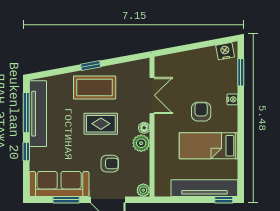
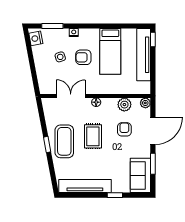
side table: (202, 82) -> (60, 57), added
window: (26, 113) -> (84, 195), removed
plant: (141, 143) -> (124, 105), moved
sofa: (59, 184) -> (140, 175), width x0.73

